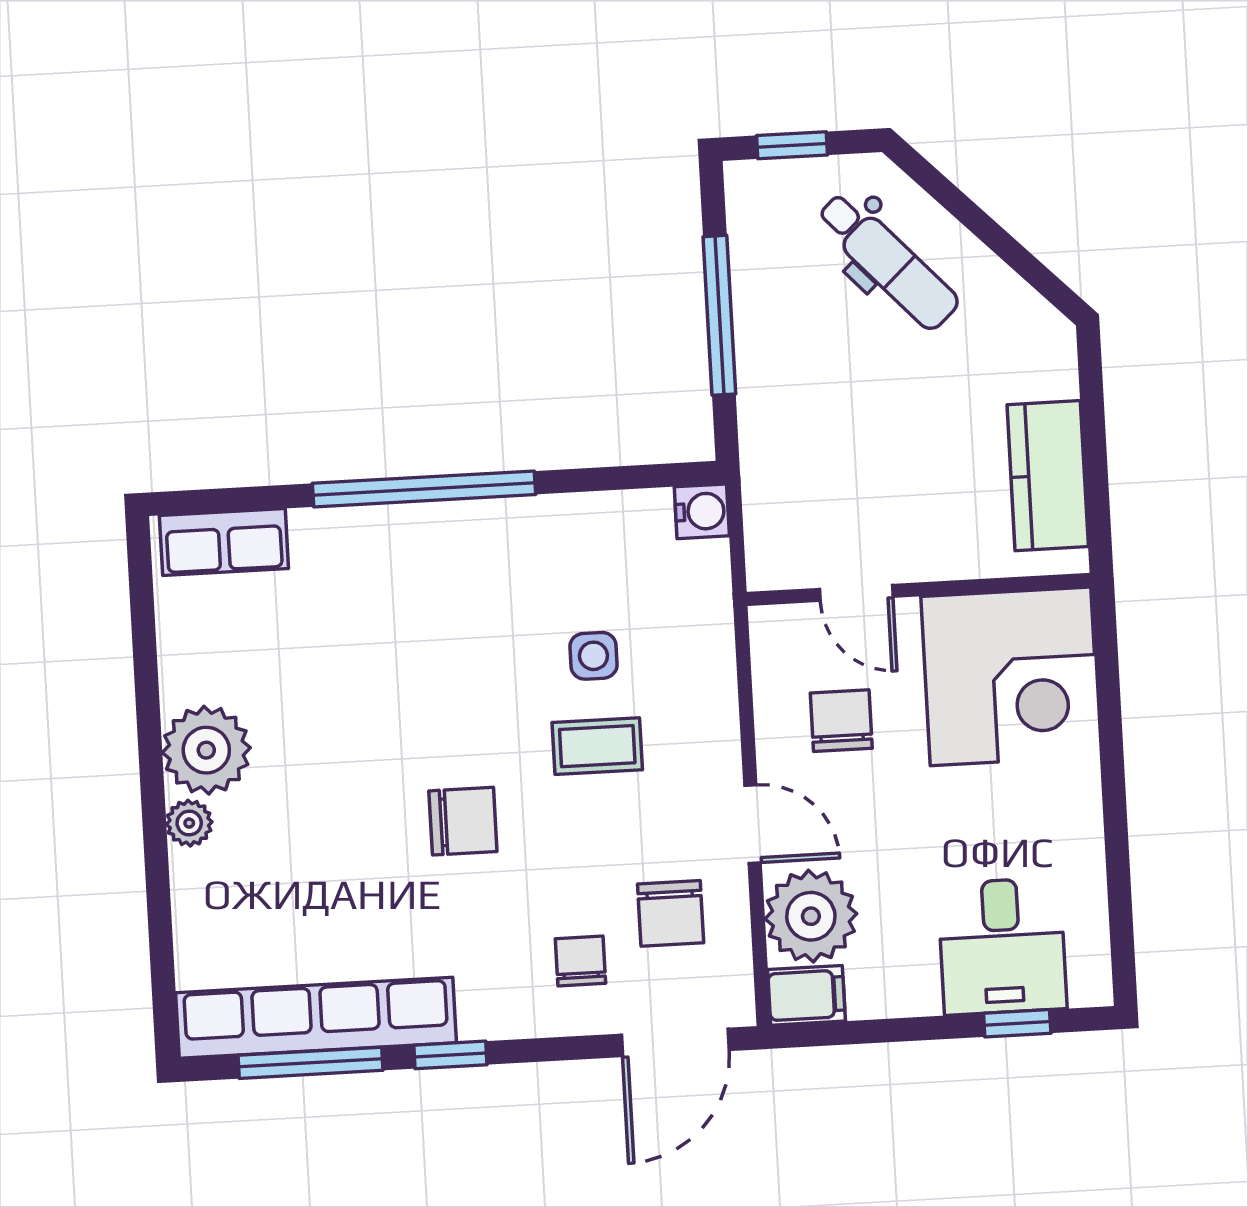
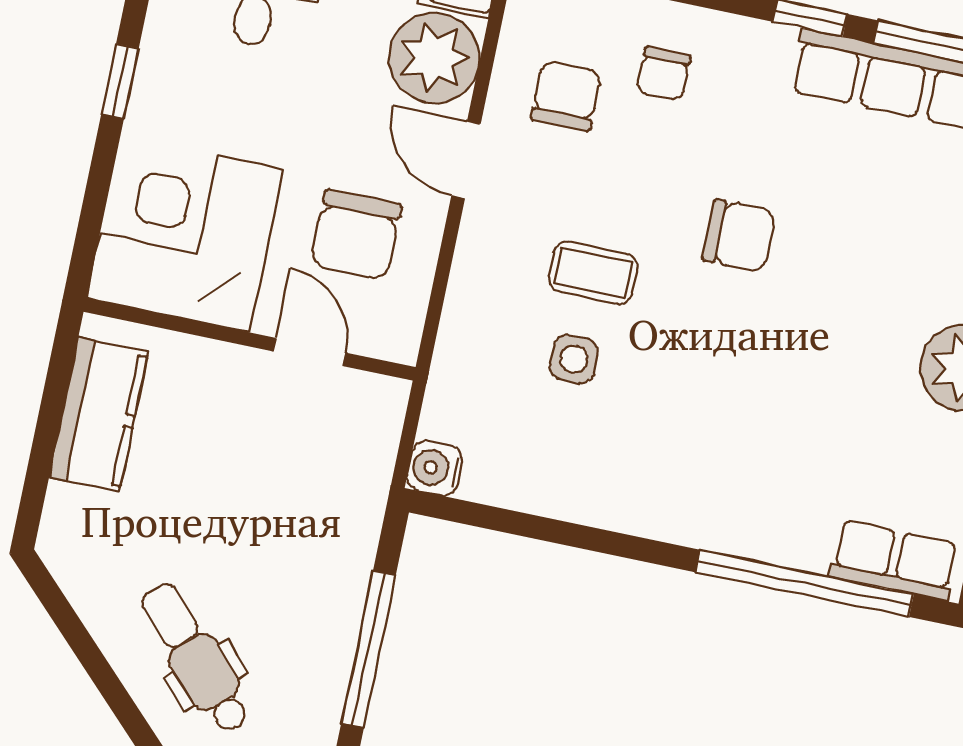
window: (424, 489) -> (805, 583), moved
chair: (841, 721) -> (356, 235), width x1.37, depth x1.37
window: (1115, 810) -> (120, 81), added
chair: (463, 821) -> (739, 236), turned 180

